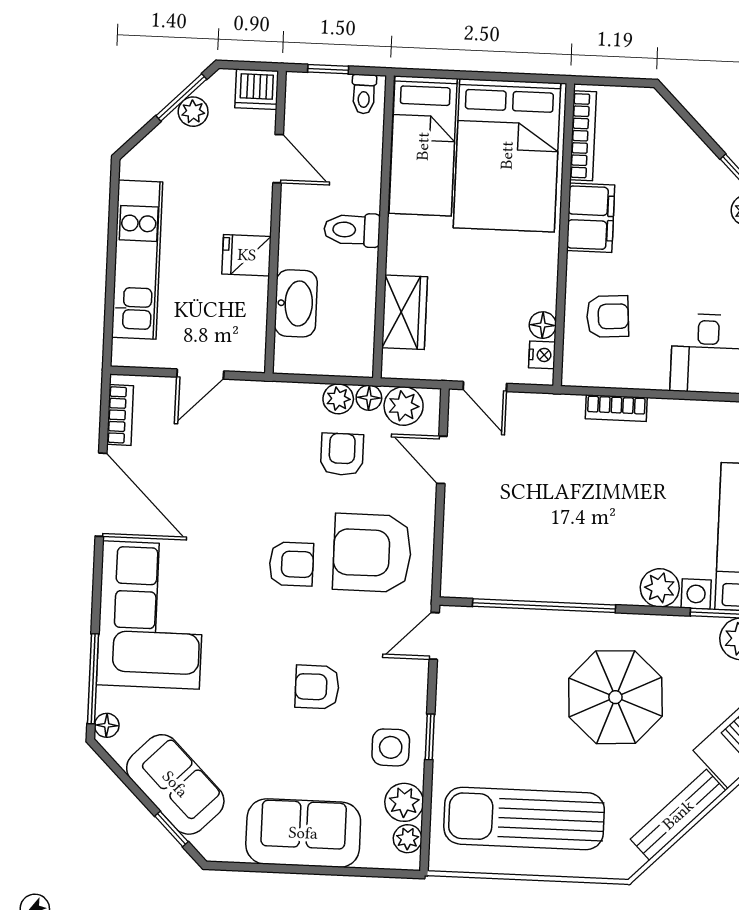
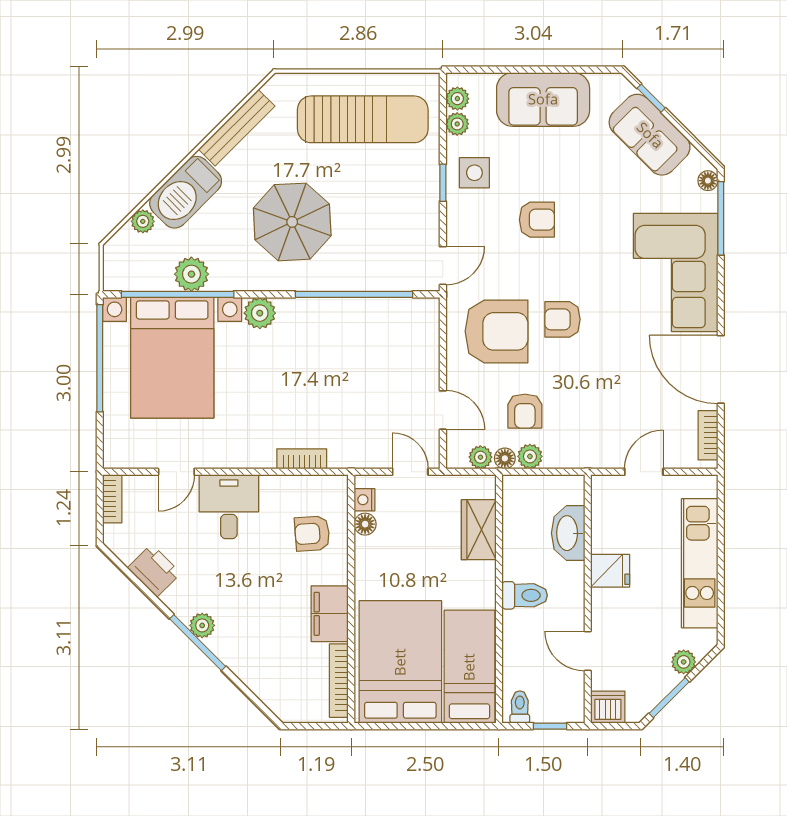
plant: (193, 112) -> (684, 662), moved
plant: (404, 406) -> (480, 457), width x0.73, depth x0.73
plant: (404, 802) -> (457, 124), width x0.73, depth x0.73

